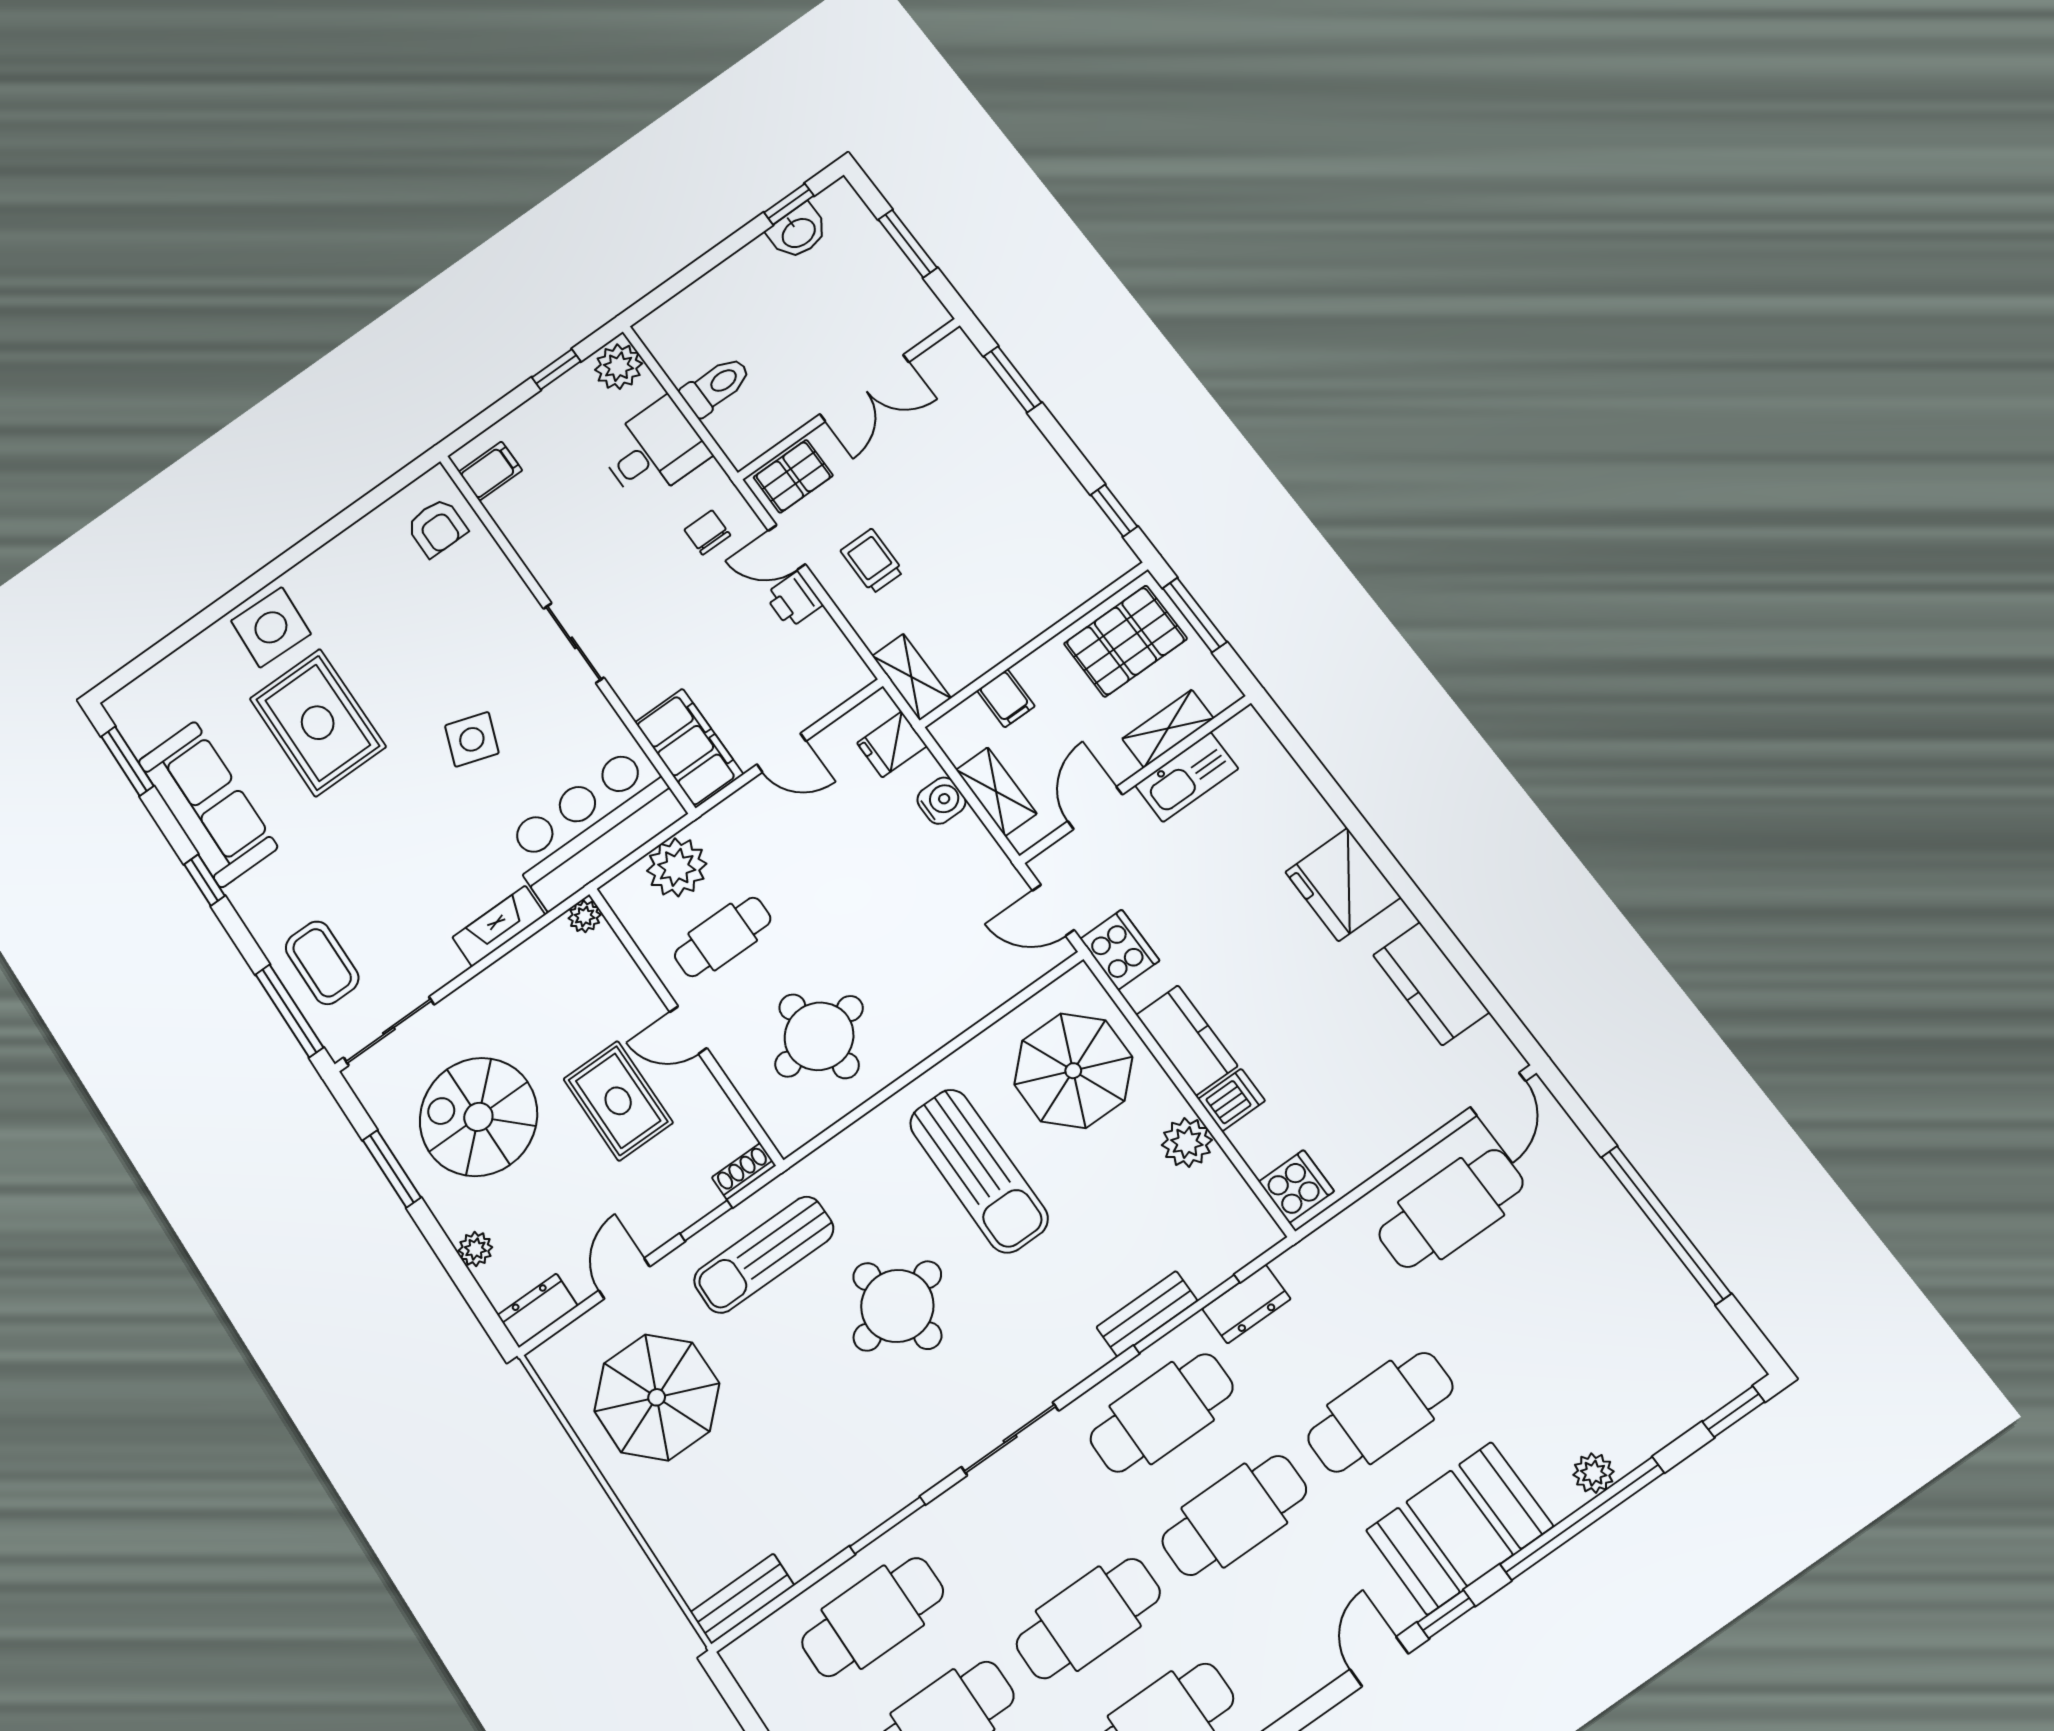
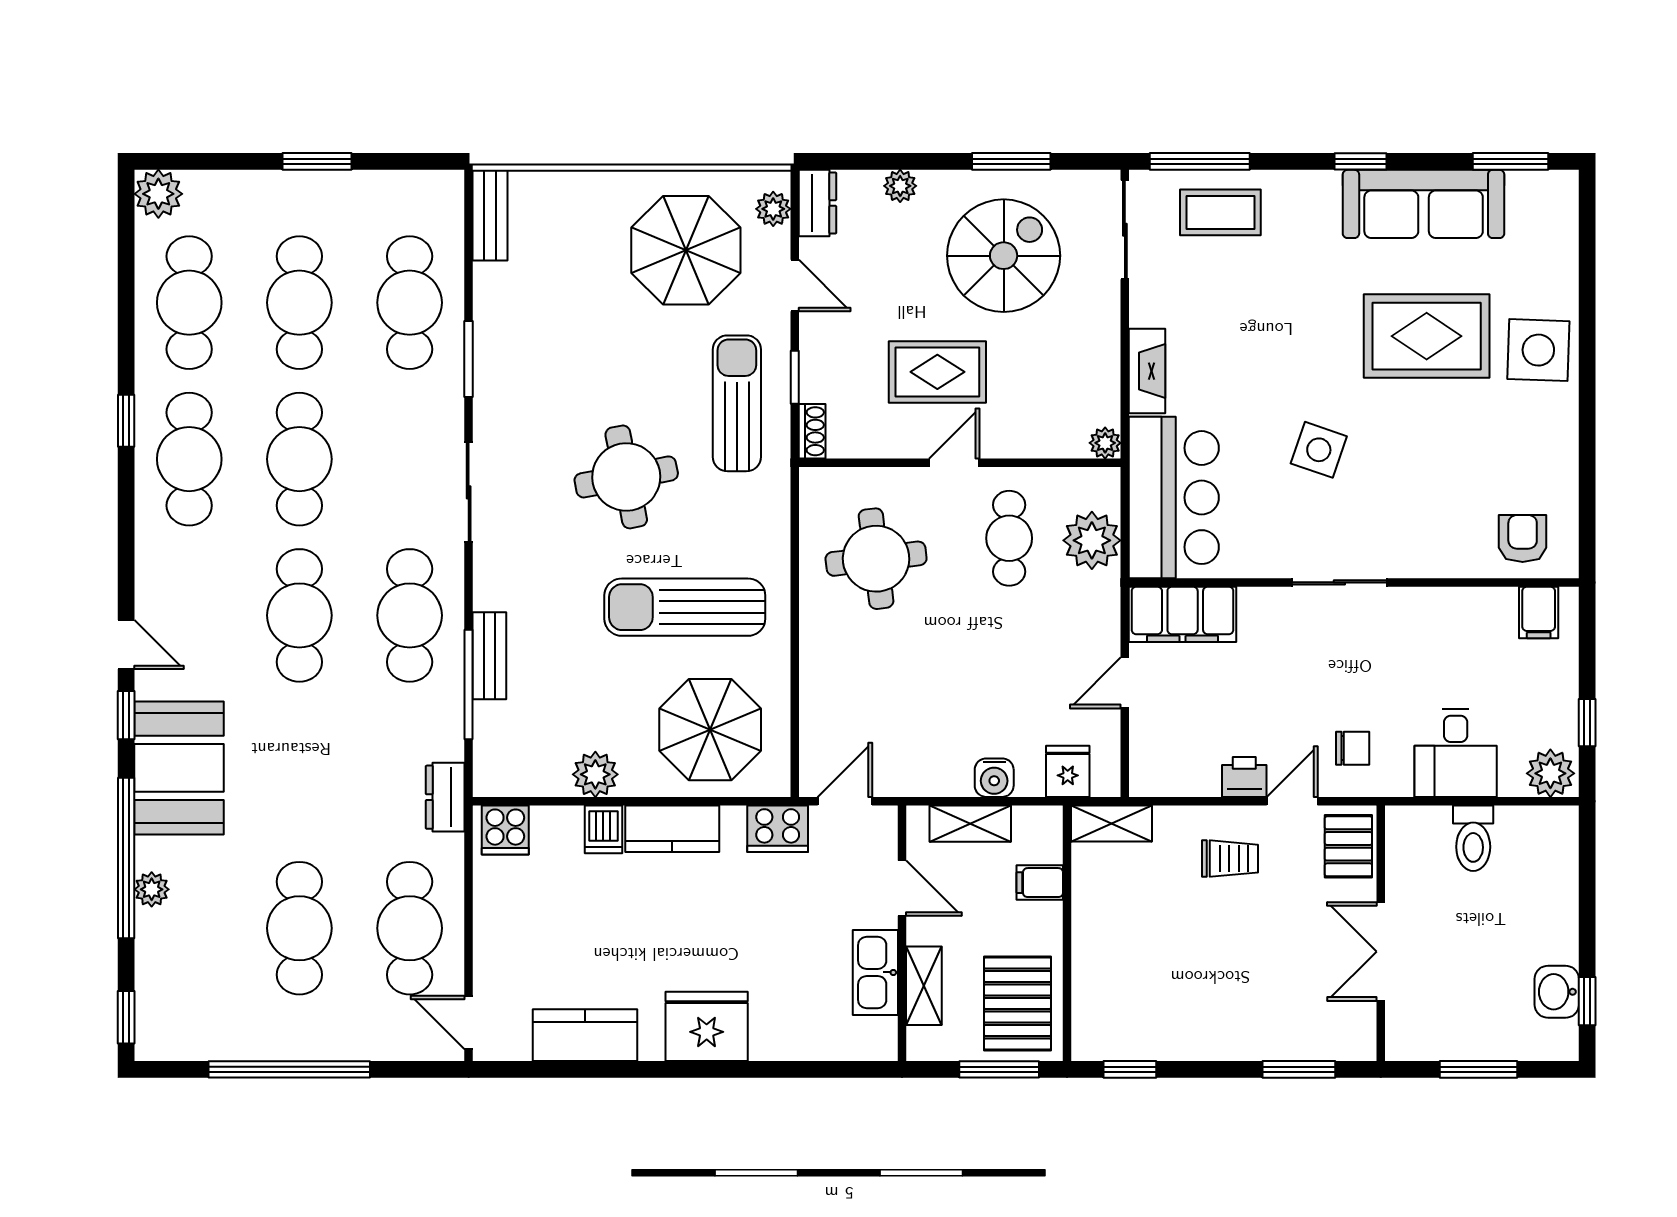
armchair: (437, 527) -> (1523, 538), turned 90
dresser: (1246, 1304) -> (445, 797), moved
plant: (568, 1346) -> (773, 209), added
cafe table: (1380, 1412) -> (299, 928), moved

